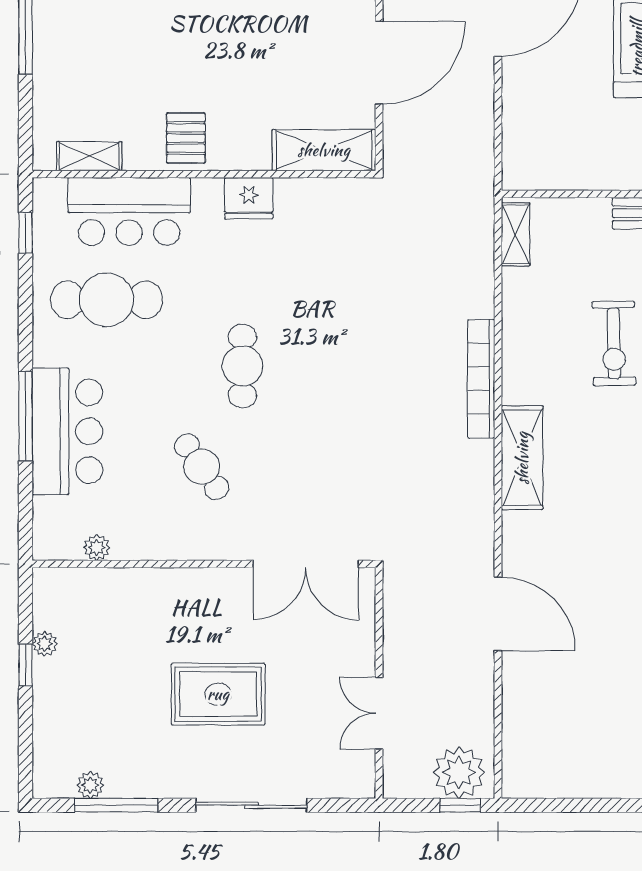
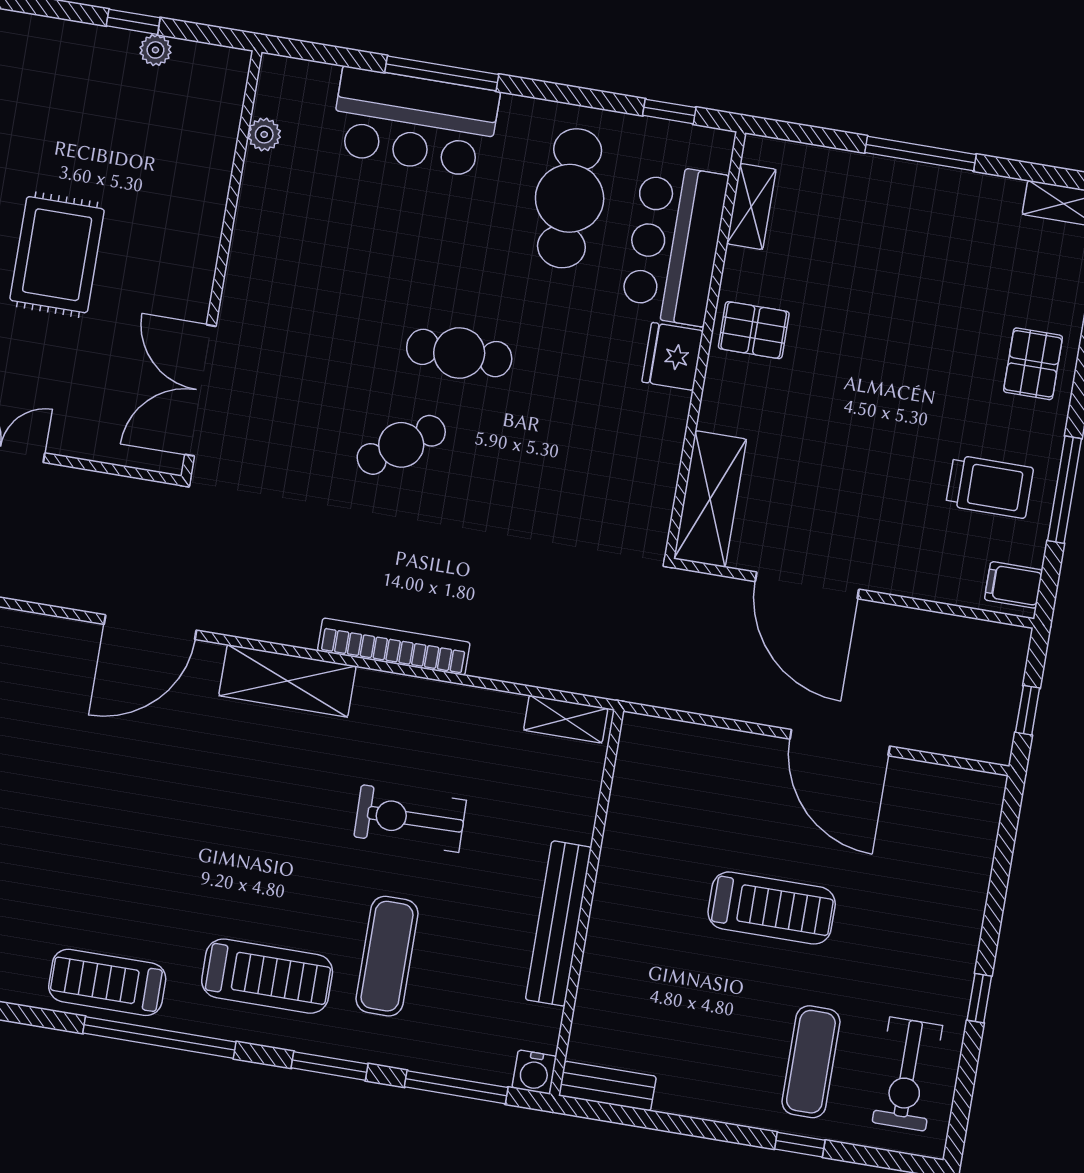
fridge: (249, 198) -> (673, 356), moved
cafe table: (202, 467) -> (401, 445), moved
door: (498, 614) -> (150, 627), moved

